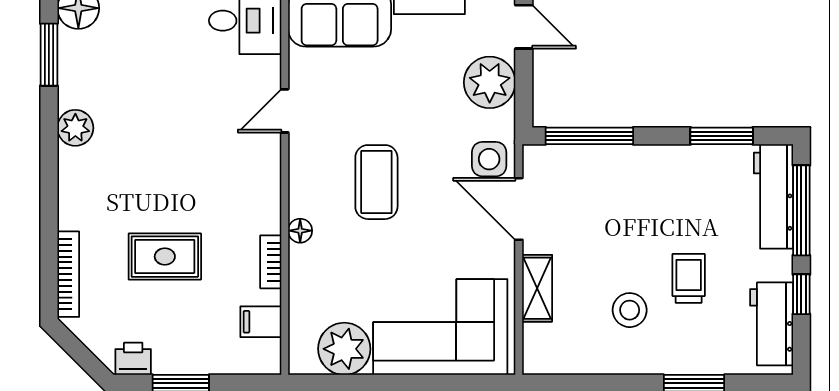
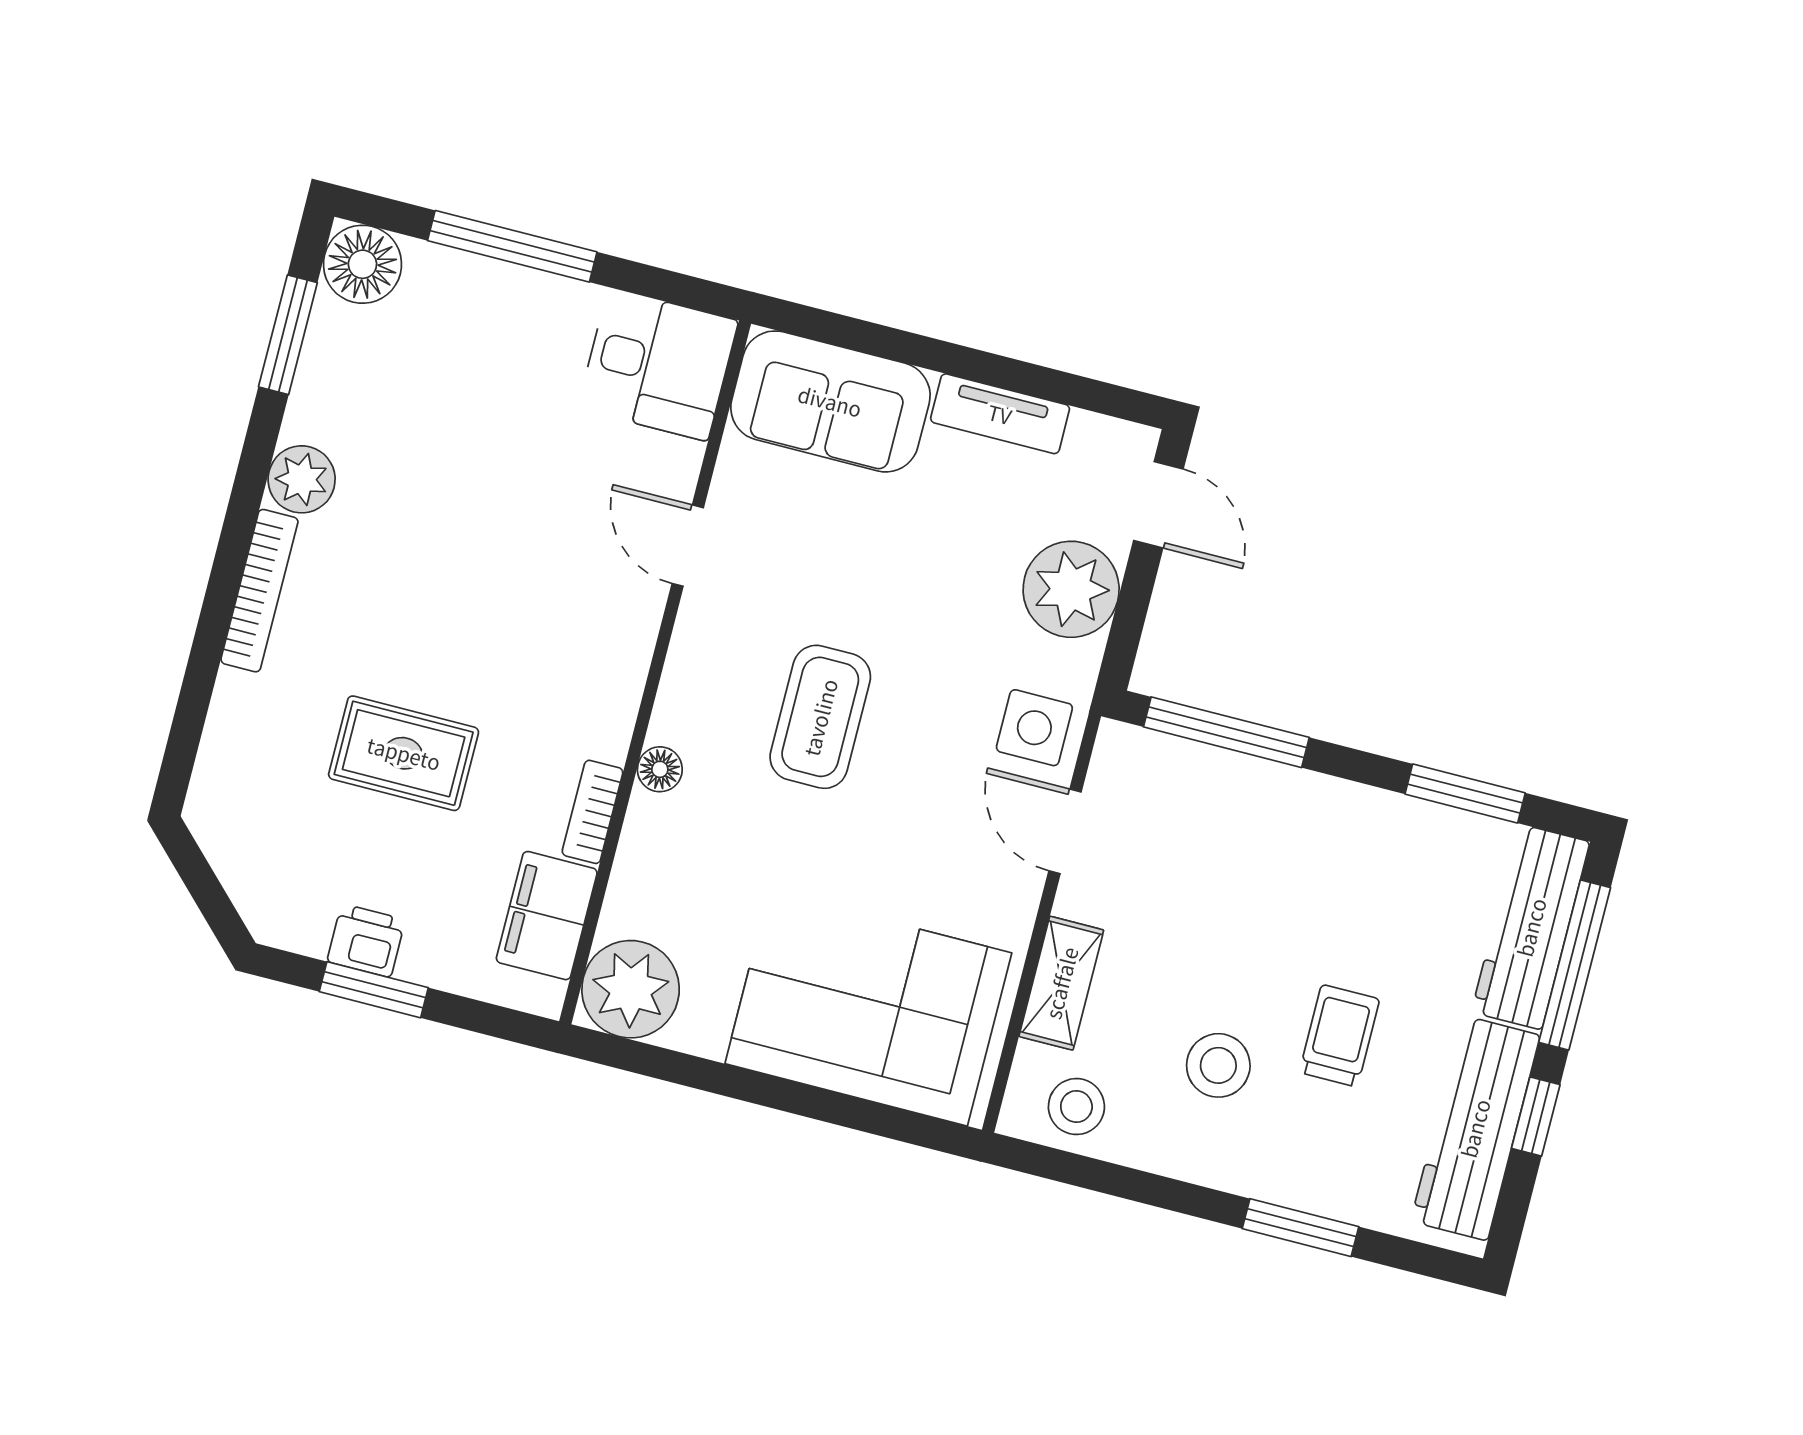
door: (285, 111) -> (688, 546), hinge flipped
door: (519, 209) -> (1065, 831), width x0.73
bookcase: (68, 274) -> (259, 591), moved
filing cabinet: (261, 322) -> (547, 916), width x2.00
workbench: (772, 324) -> (1475, 1128), width x1.37
plant: (344, 349) -> (631, 989), moved
stool: (561, 350) -> (1076, 1107), added
printer: (133, 359) -> (366, 941), moved

